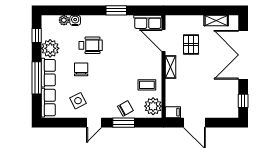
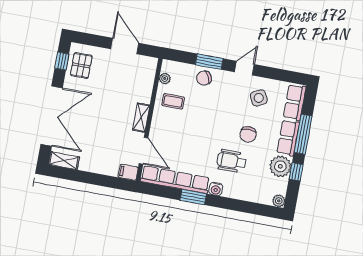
plant: (64, 20) -> (279, 201), moved
water cooler: (75, 20) -> (216, 189), moved
shelving: (216, 21) -> (64, 161), moved
row of seats: (148, 22) -> (175, 180), width x2.02
window: (37, 36) -> (296, 172), moved
pallet: (191, 45) -> (81, 65), moved
plant: (153, 106) -> (165, 79), width x0.53, depth x0.53
filing cabinet: (173, 112) -> (128, 172), moved

